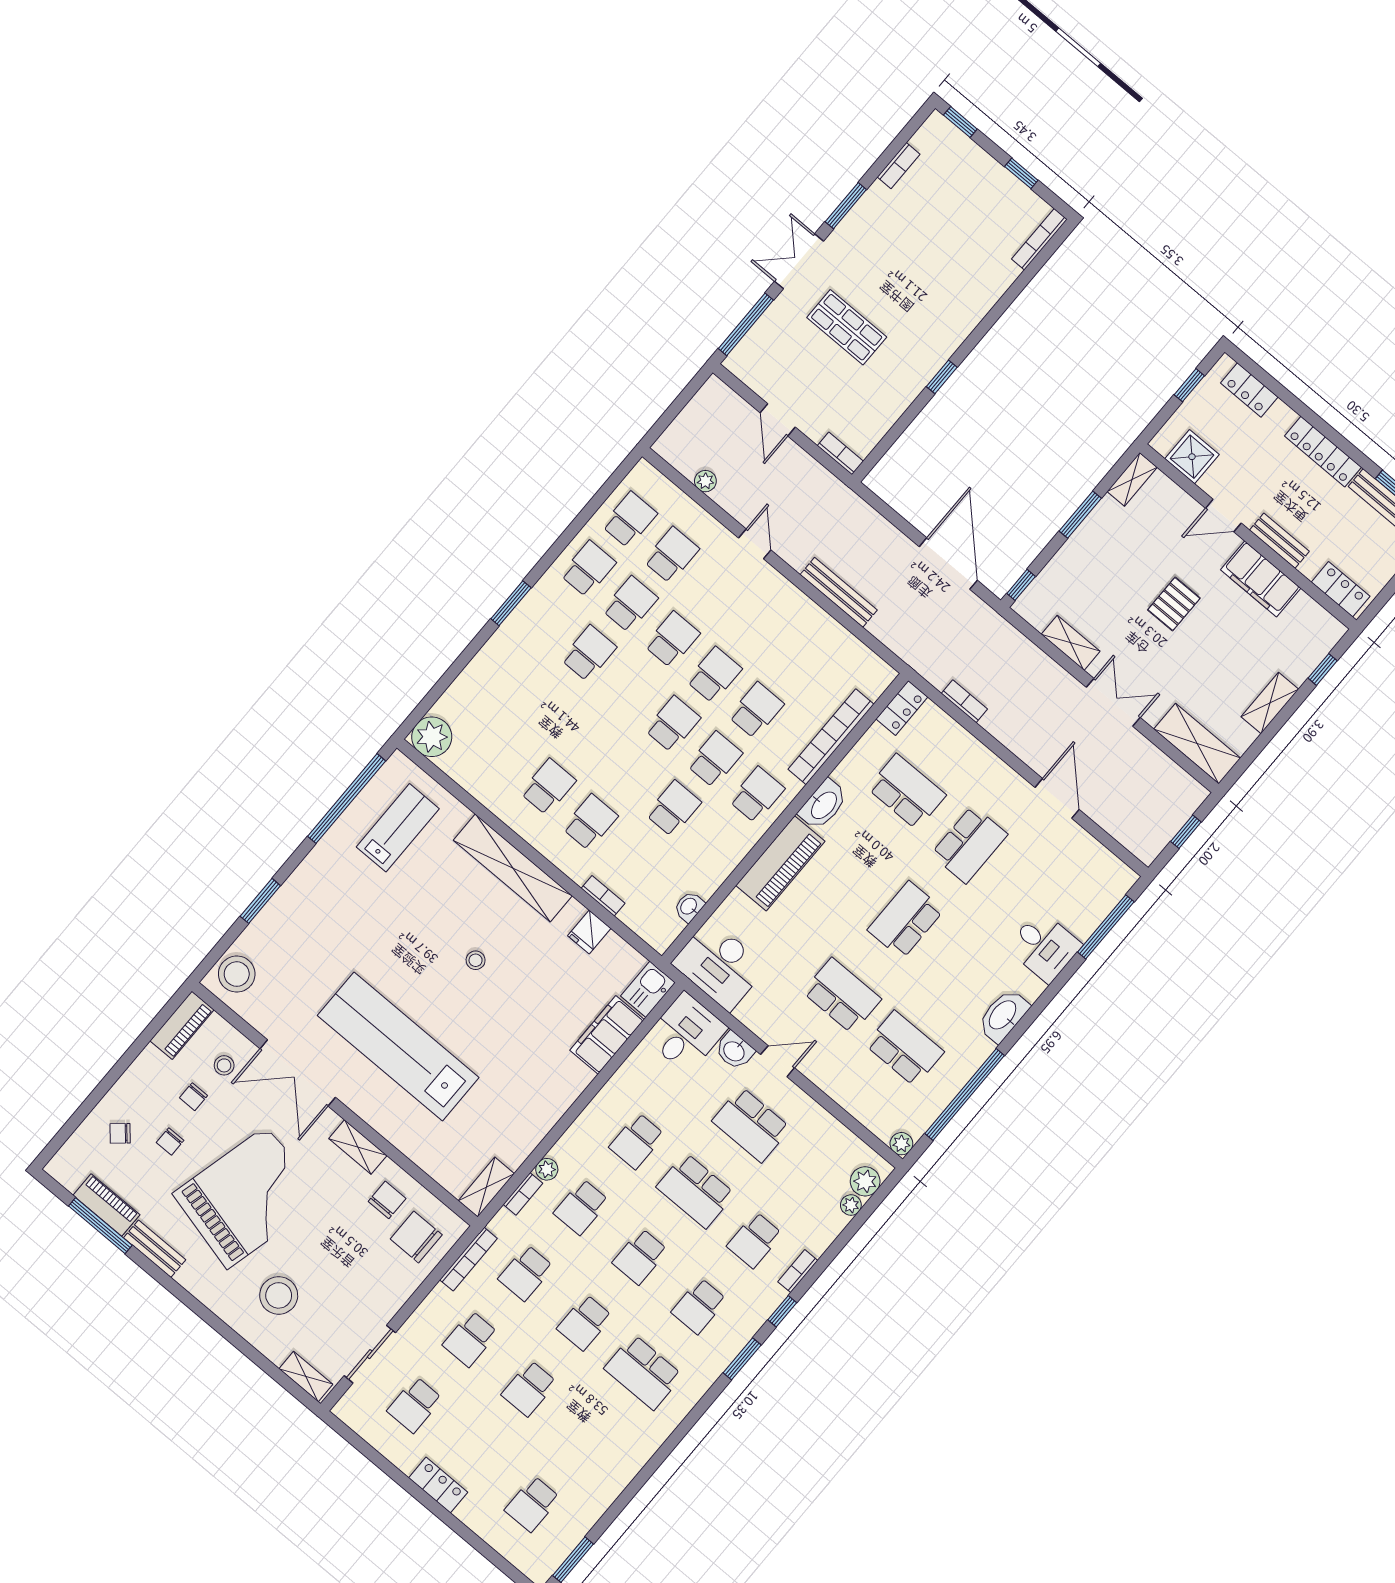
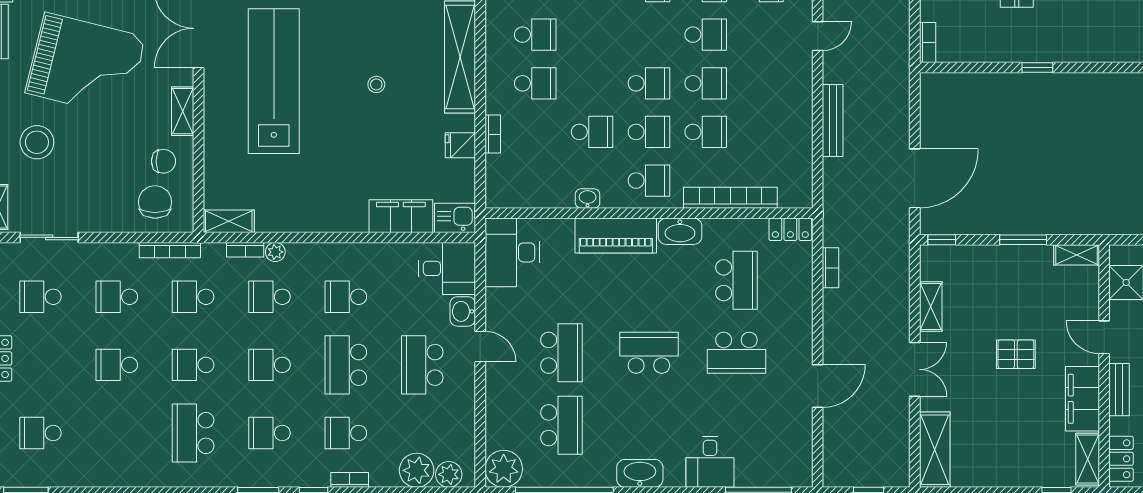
shelving: (1270, 703) -> (1088, 459), moved, turned 90
washbasin: (689, 907) -> (588, 198), moved
plant: (901, 1144) -> (504, 469), width x1.88, depth x1.88
plant: (851, 1205) -> (417, 470), width x1.87, depth x1.87

